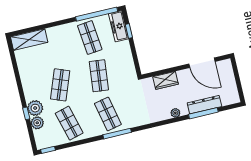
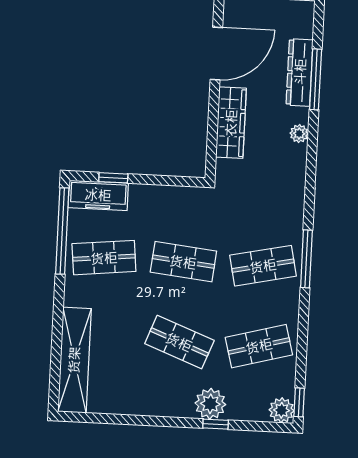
shelving: (29, 40) -> (74, 360), width x1.47
wardrobe: (166, 80) -> (231, 123), width x1.50
plant: (37, 123) -> (282, 410), moved

